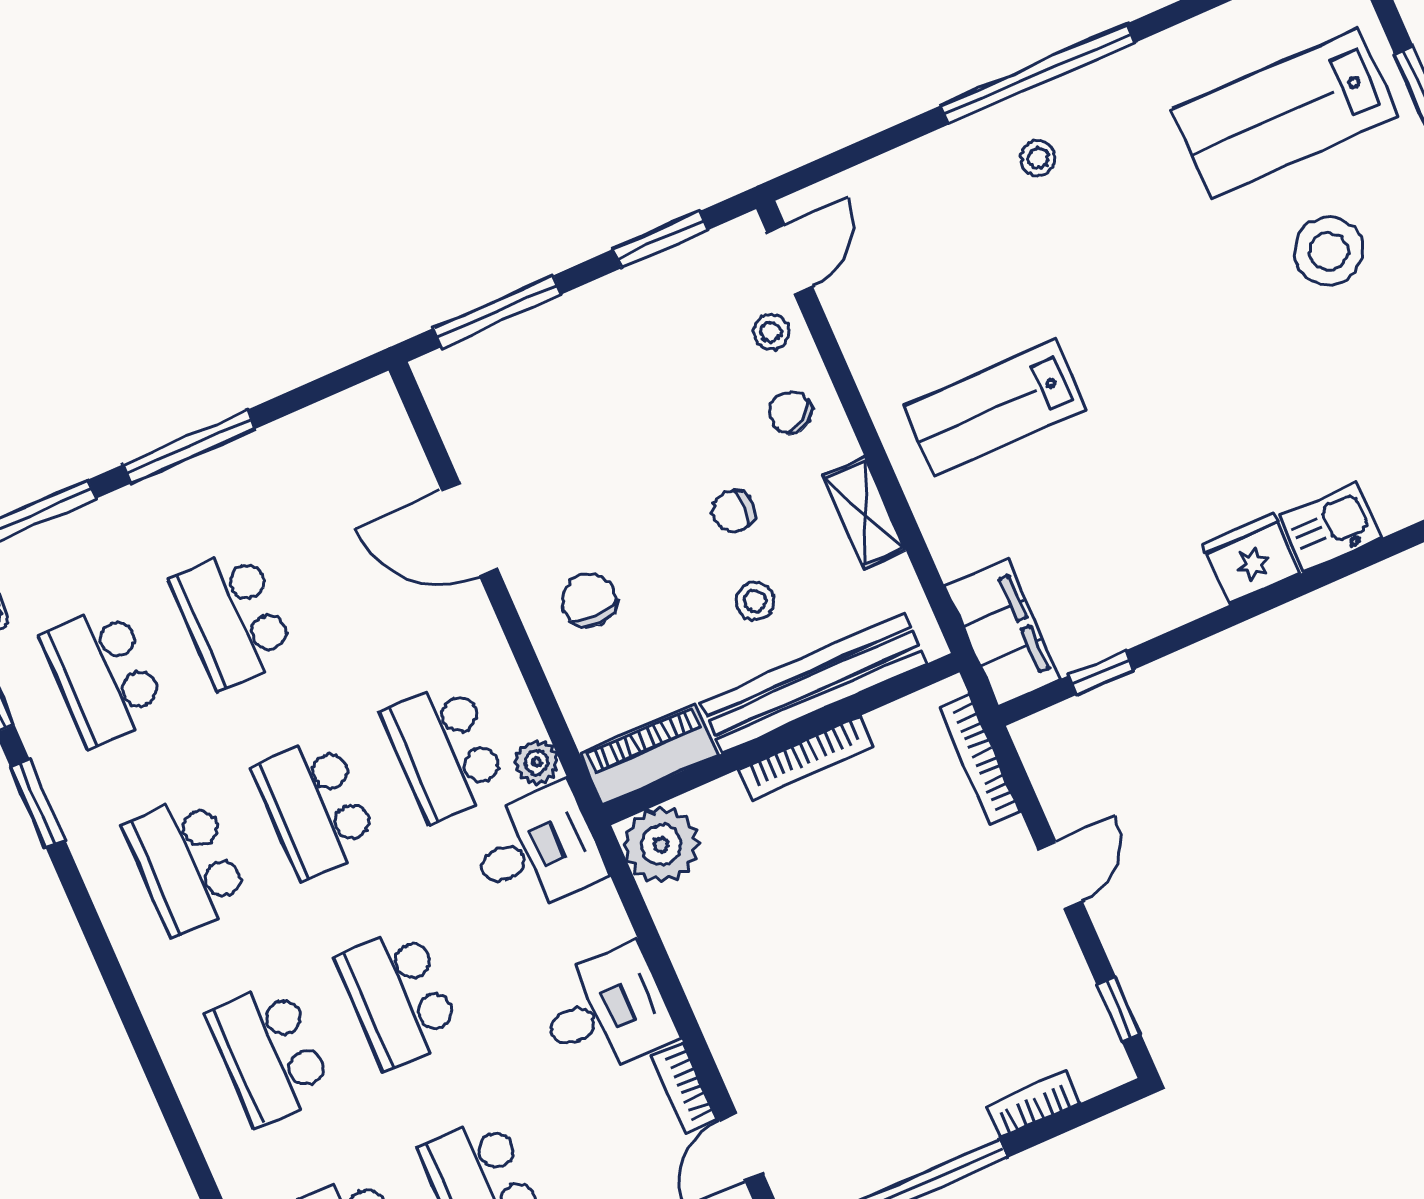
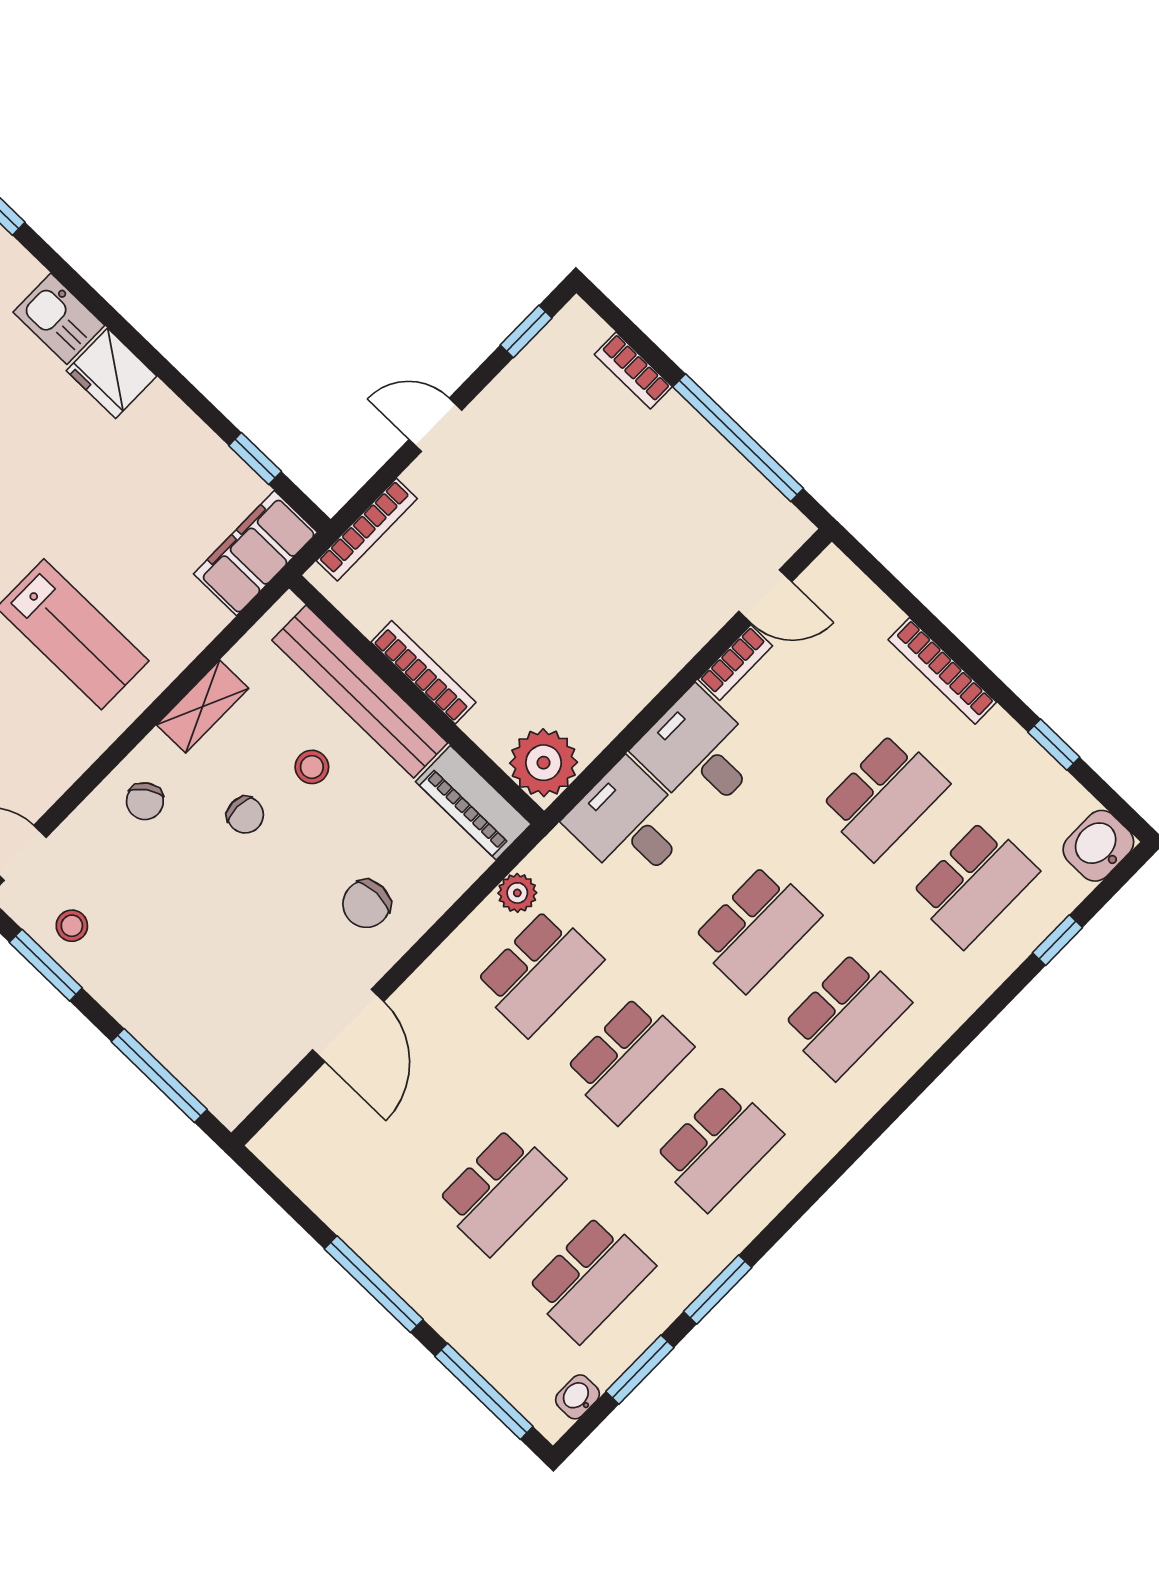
stool: (771, 332) -> (72, 926), moved
desk: (536, 849) -> (629, 823), moved

